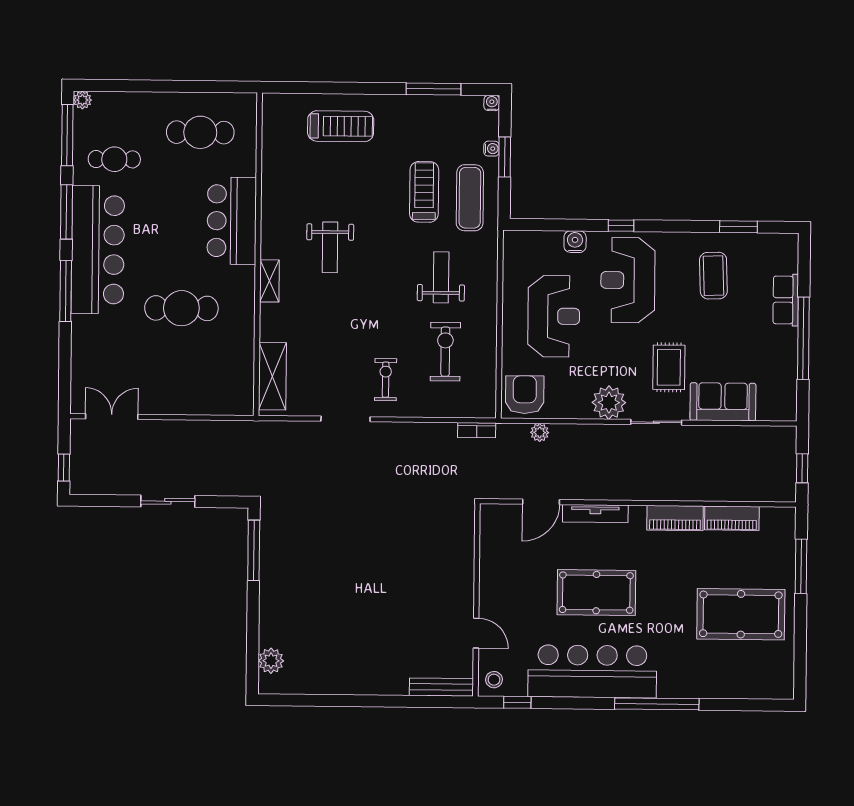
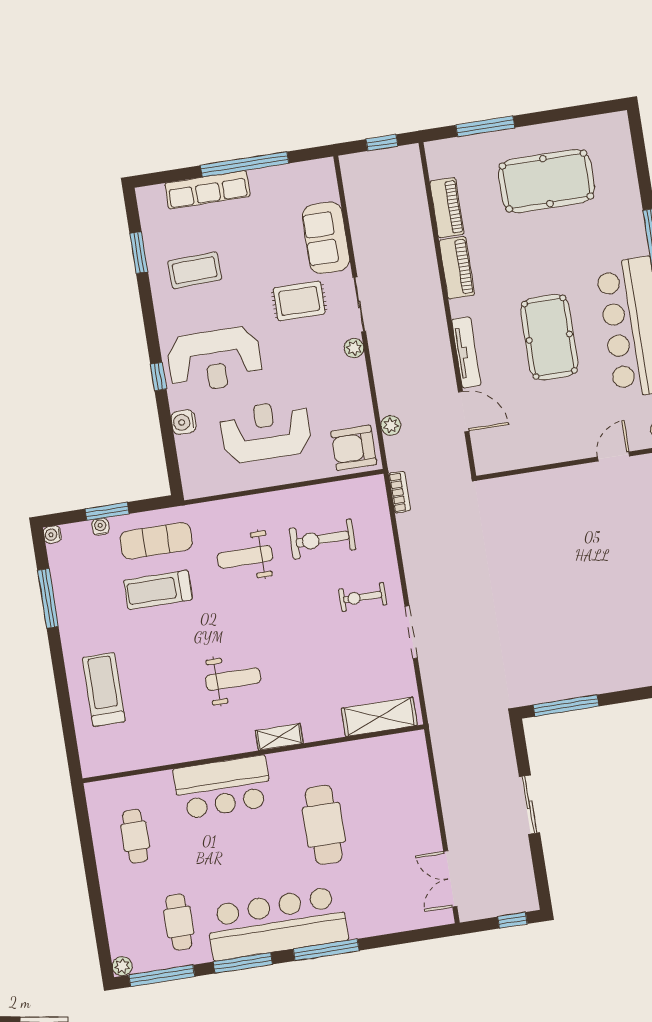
cafe table: (200, 132) -> (135, 836), width x0.73, depth x0.74
row of seats: (786, 300) -> (207, 190), width x1.48
plant: (609, 403) -> (354, 348), width x0.53, depth x0.53
pool table: (741, 614) -> (546, 181), turned 90

